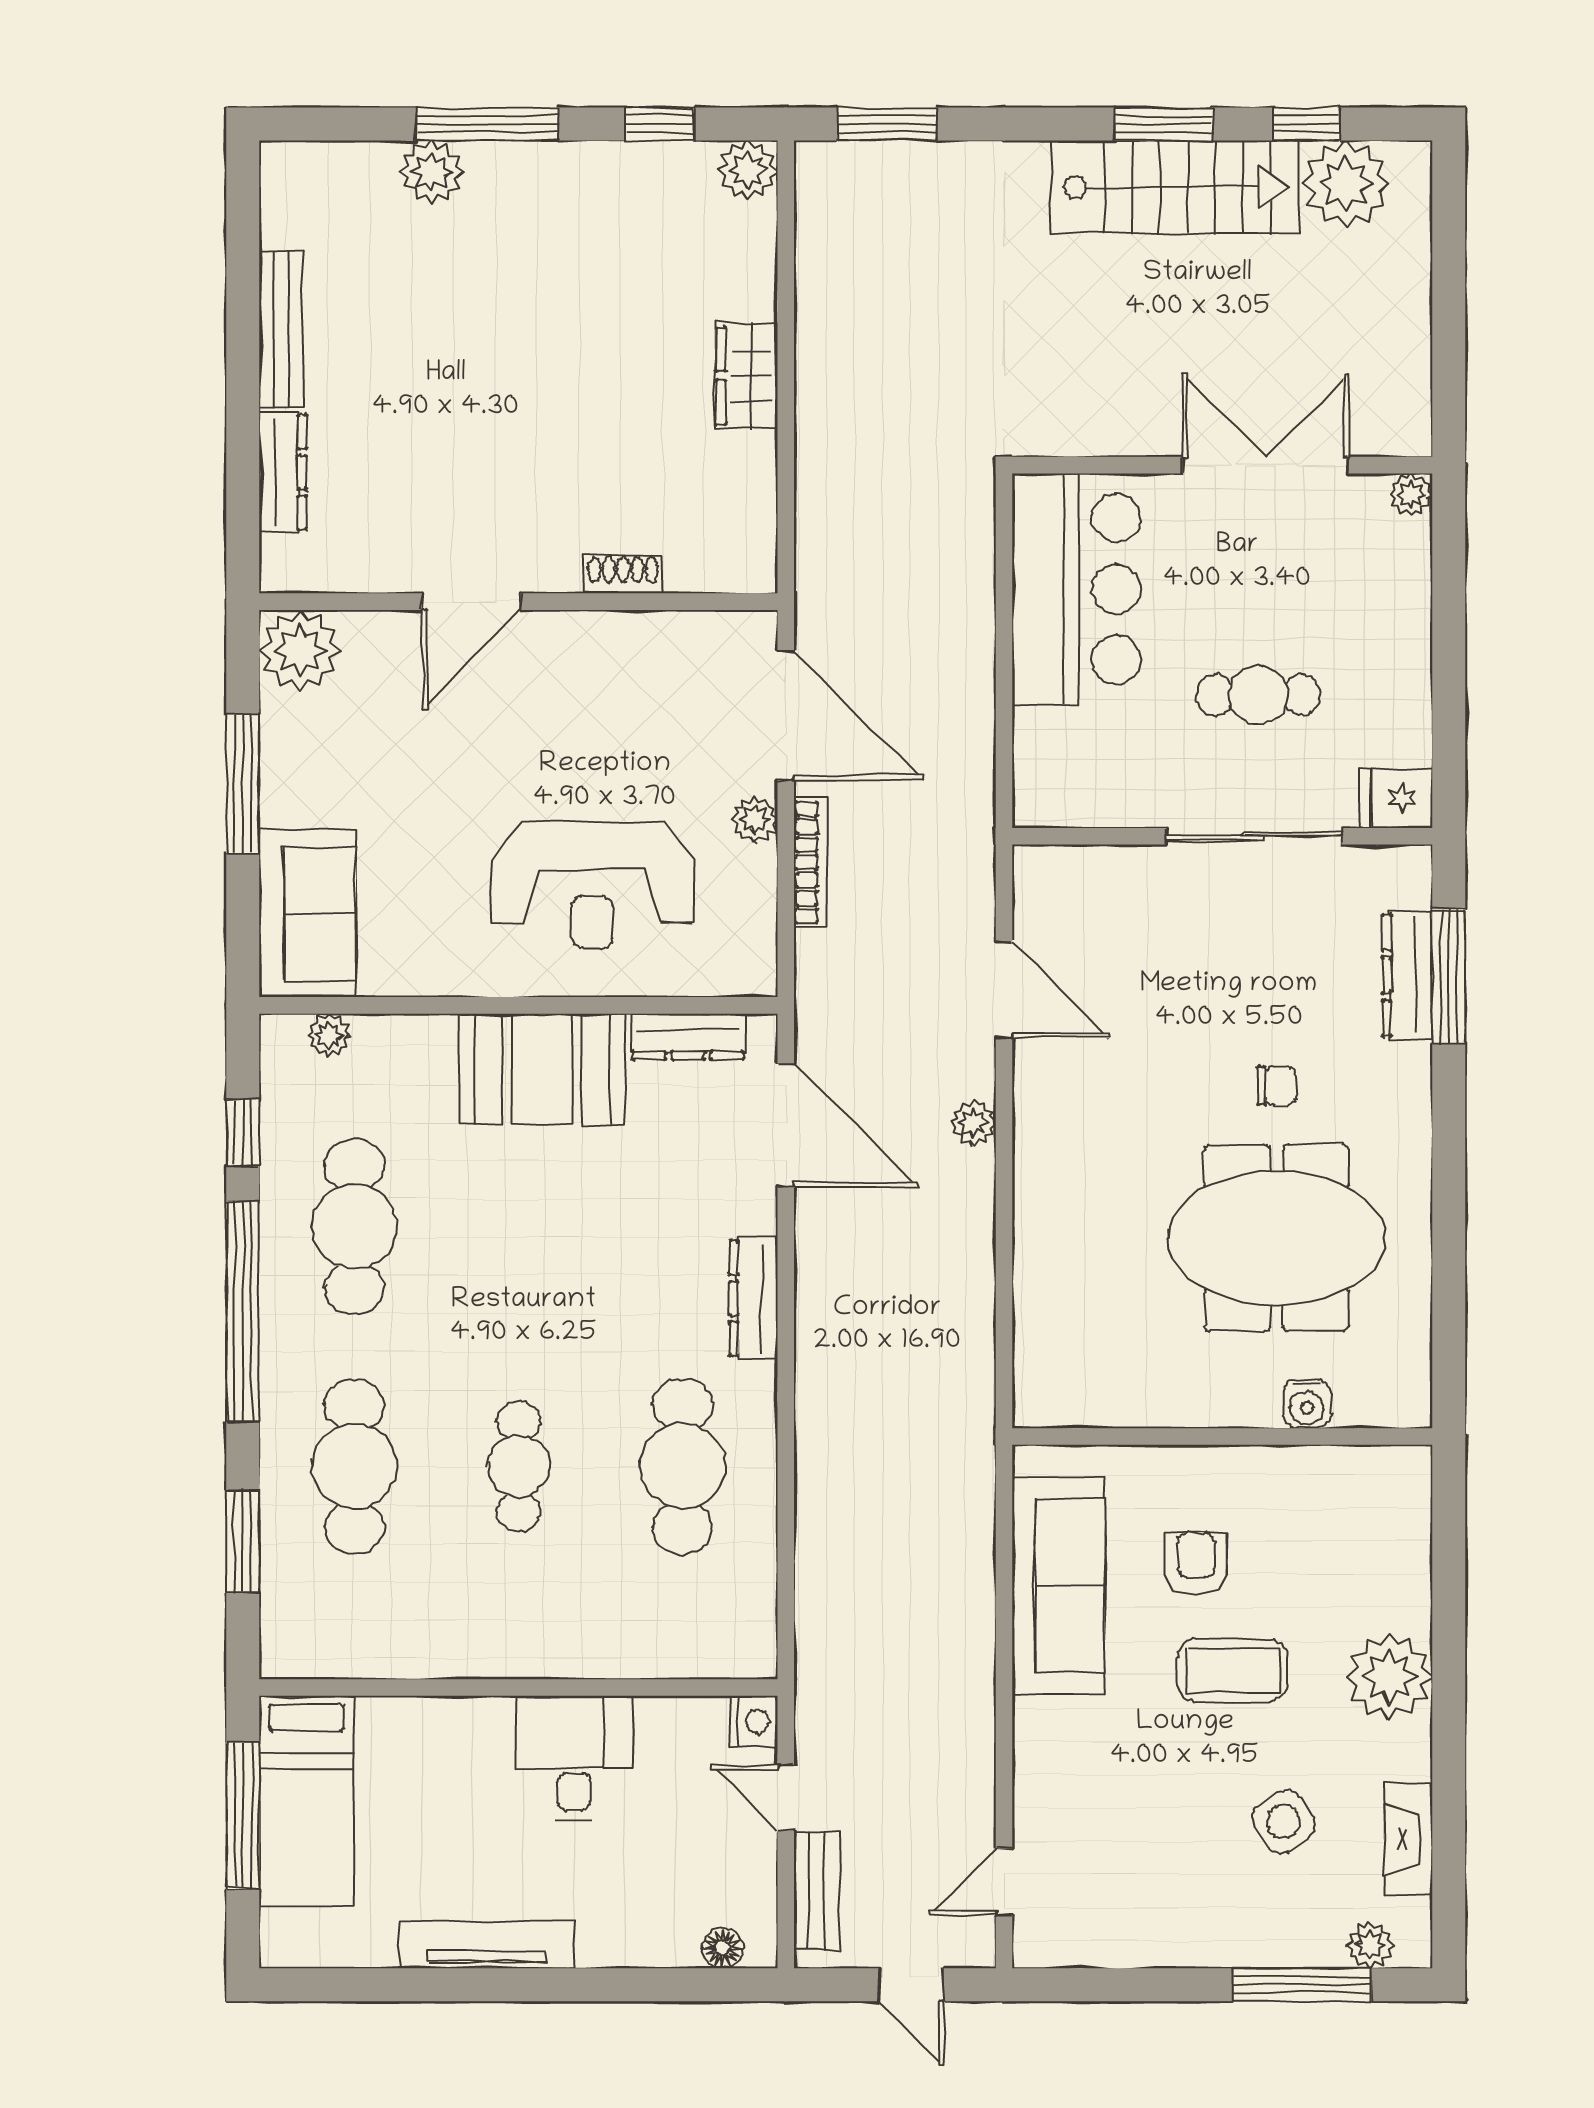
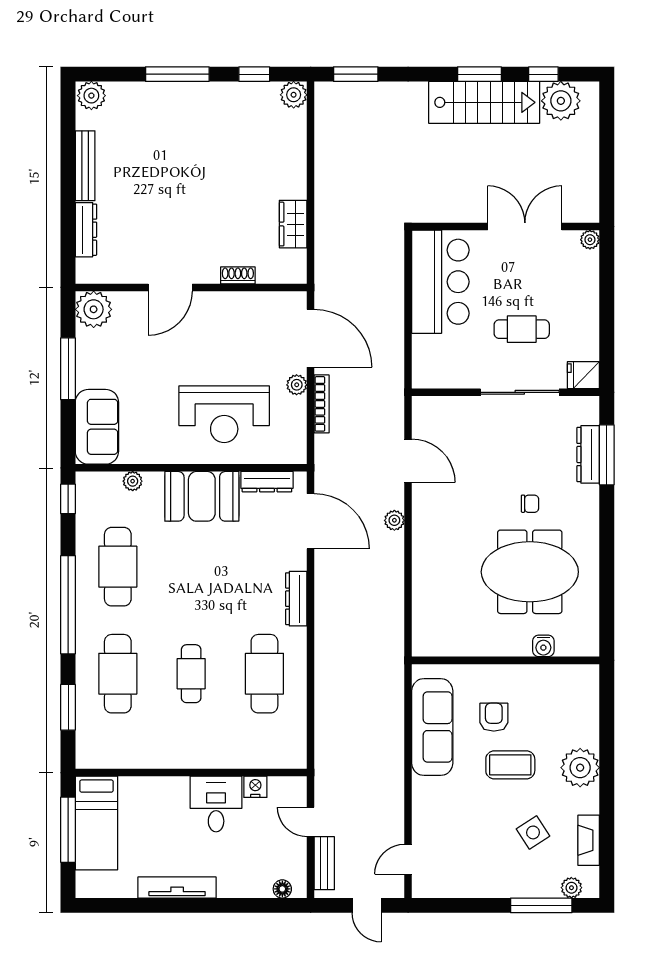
plant: (431, 172) -> (91, 96), moved
wardrobe: (747, 376) -> (293, 224), moved
plant: (329, 1035) -> (133, 481), moved
window: (243, 1133) -> (68, 499), moved
nightstand: (754, 1722) -> (255, 787), moved, turned -90

